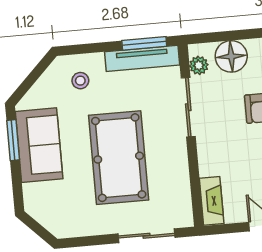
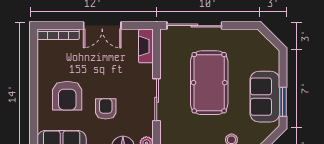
sliding door: (188, 107) -> (157, 100), moved
sliding door: (146, 236) -> (194, 26), width x1.37

